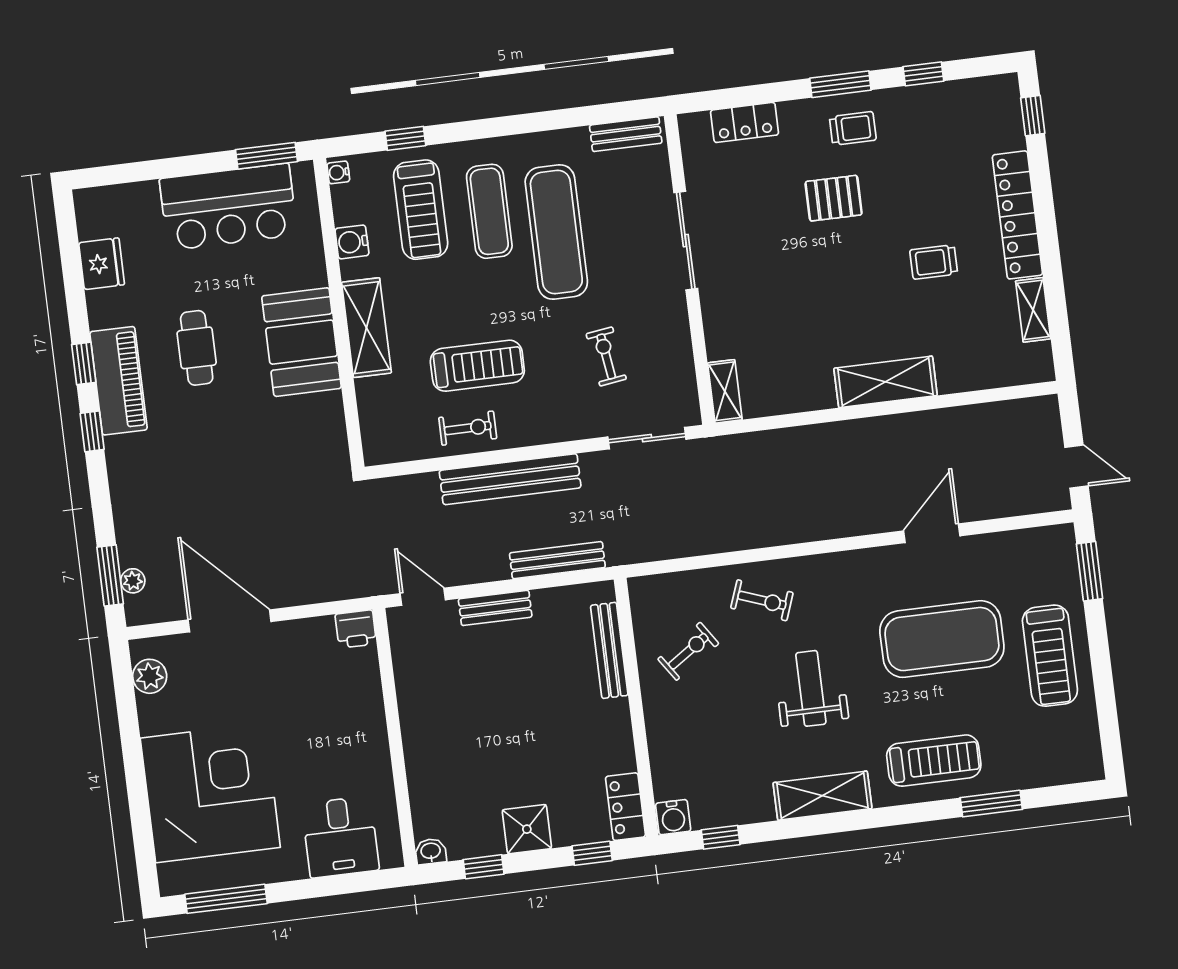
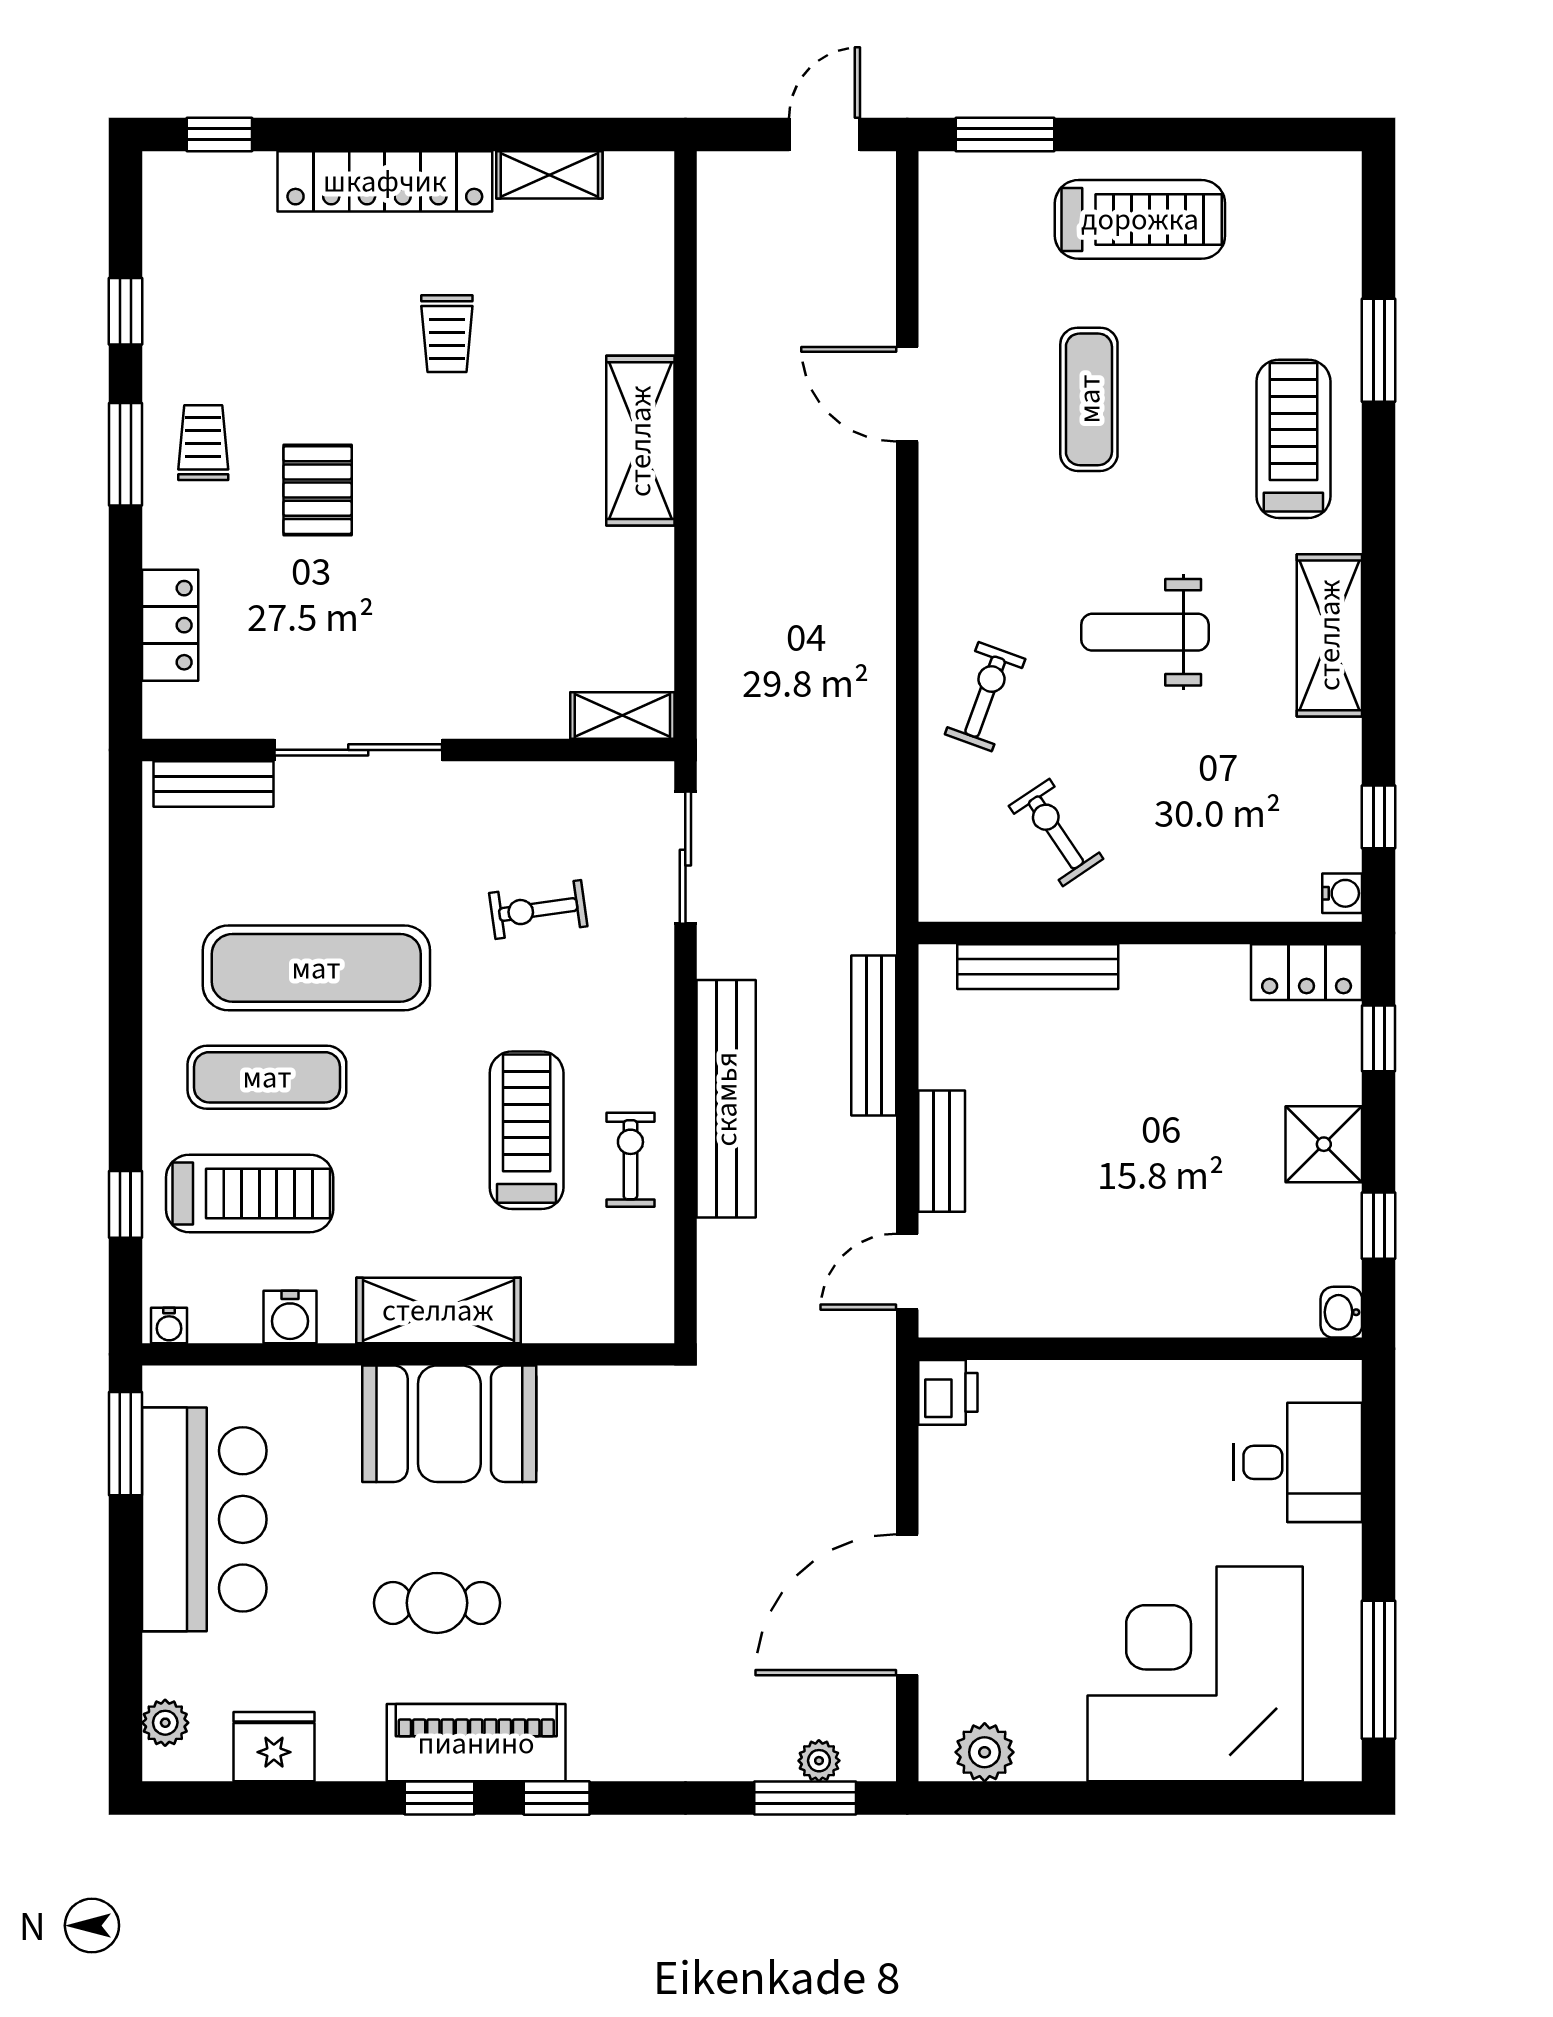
bench: (626, 134) -> (214, 784), moved, turned 90
plant: (108, 199) -> (165, 1723), added
exercise mat: (942, 639) -> (1089, 399), width x0.50, depth x0.69
water cooler: (673, 817) -> (1342, 893), width x0.72, depth x0.72

